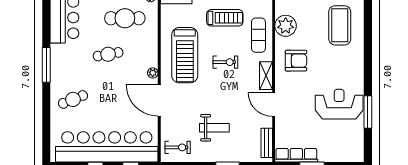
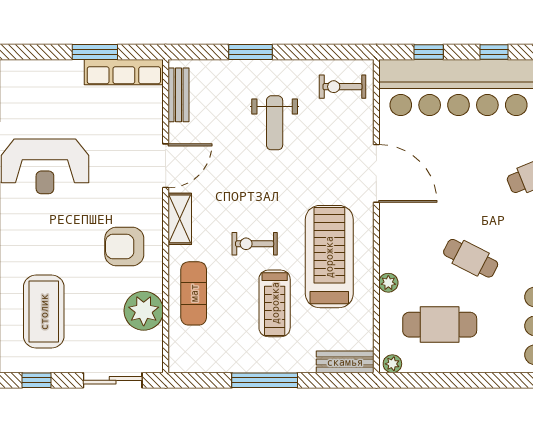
treadmill: (225, 18) -> (275, 303), moved, turned -90
cafe table: (108, 54) -> (471, 258), turned 37
plant: (153, 73) -> (388, 283), moved
door: (274, 104) -> (166, 166), hinge flipped
weight bench: (214, 128) -> (275, 123), turned -90

